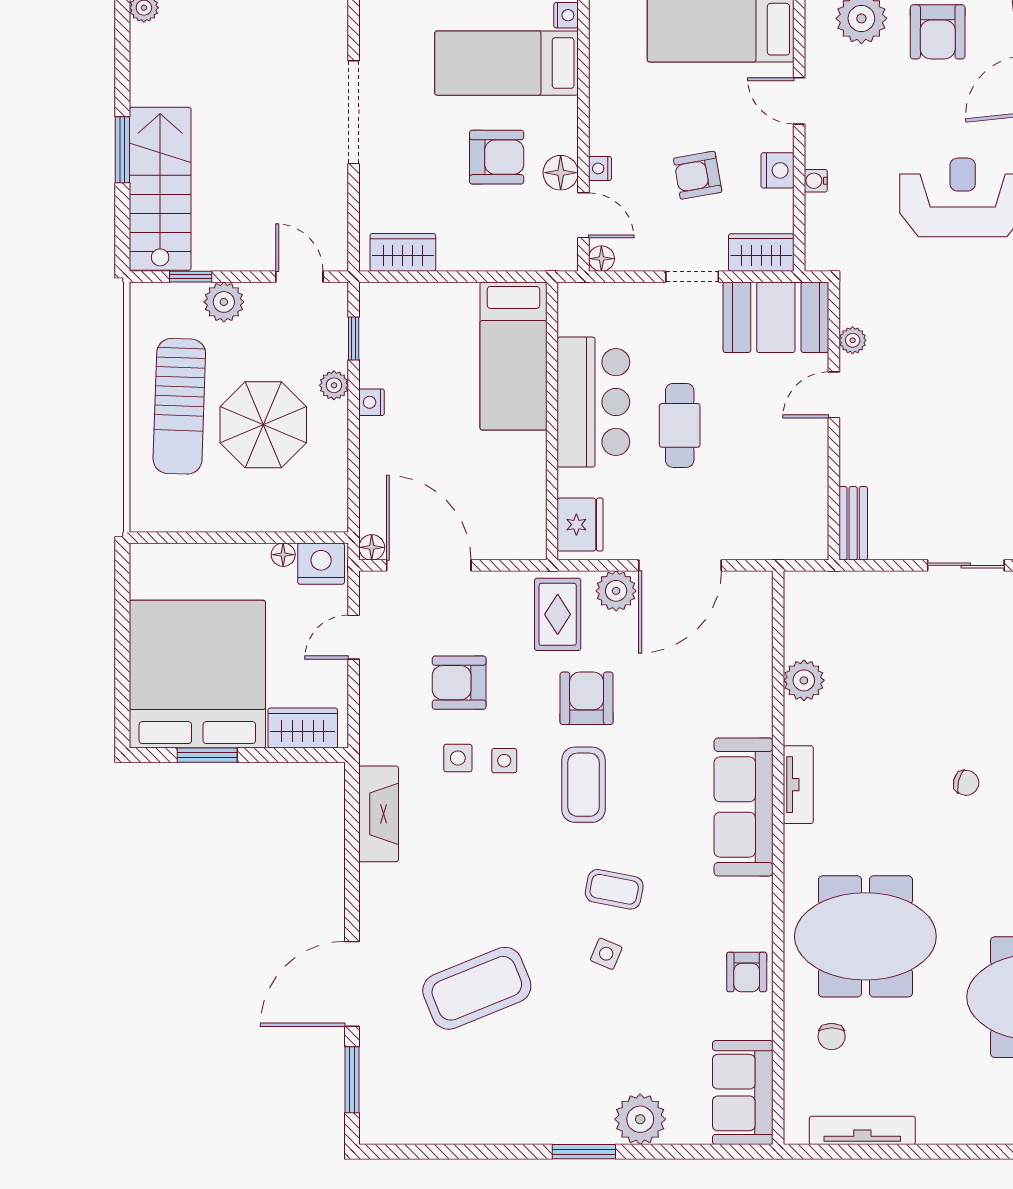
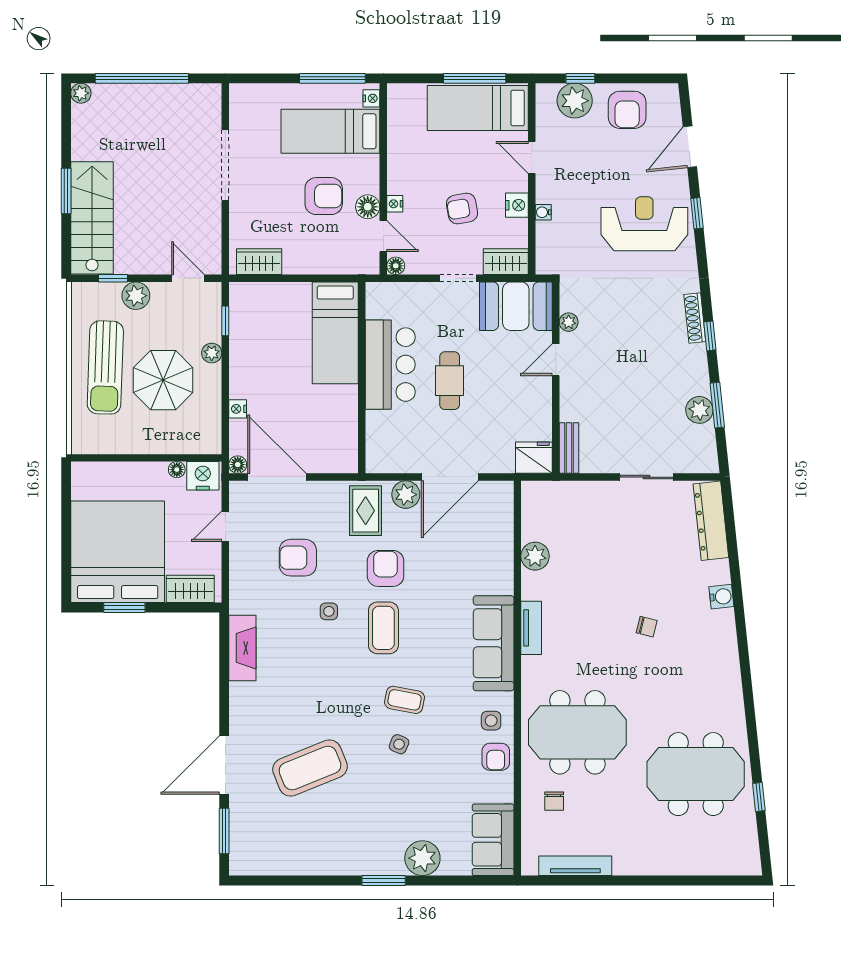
nightstand: (372, 402) -> (238, 409), moved
fridge: (580, 525) -> (534, 458), moved, turned -90
side table: (458, 758) -> (491, 721), moved

